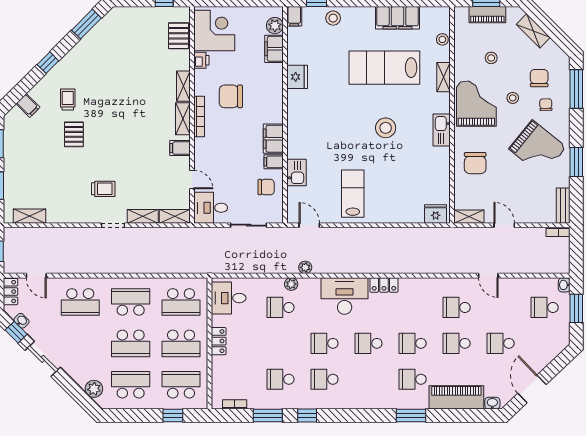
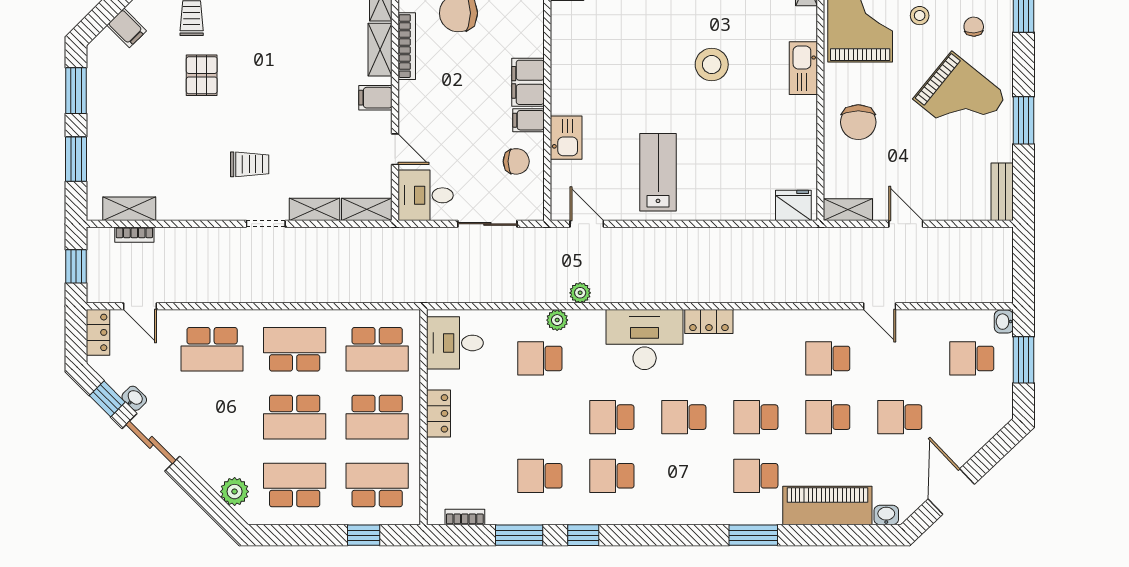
bookcase: (558, 232) -> (134, 235), moved
washbasin: (22, 321) -> (134, 398), moved

